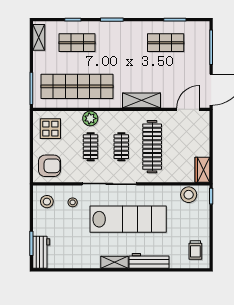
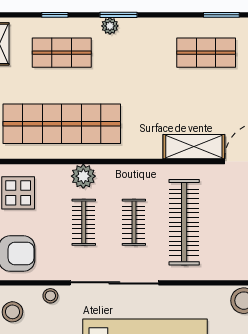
plant: (107, 26) -> (110, 26), added
shelving: (142, 100) -> (194, 147), moved
stool: (73, 202) -> (50, 296), moved

